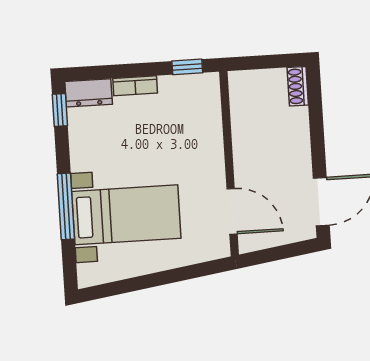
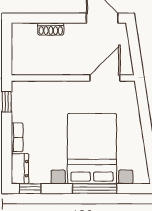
shoe rack: (298, 86) -> (51, 29), moved
bed with nightstands: (126, 215) -> (92, 149), width x1.36

